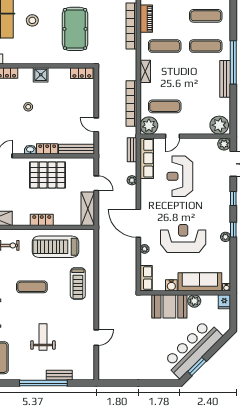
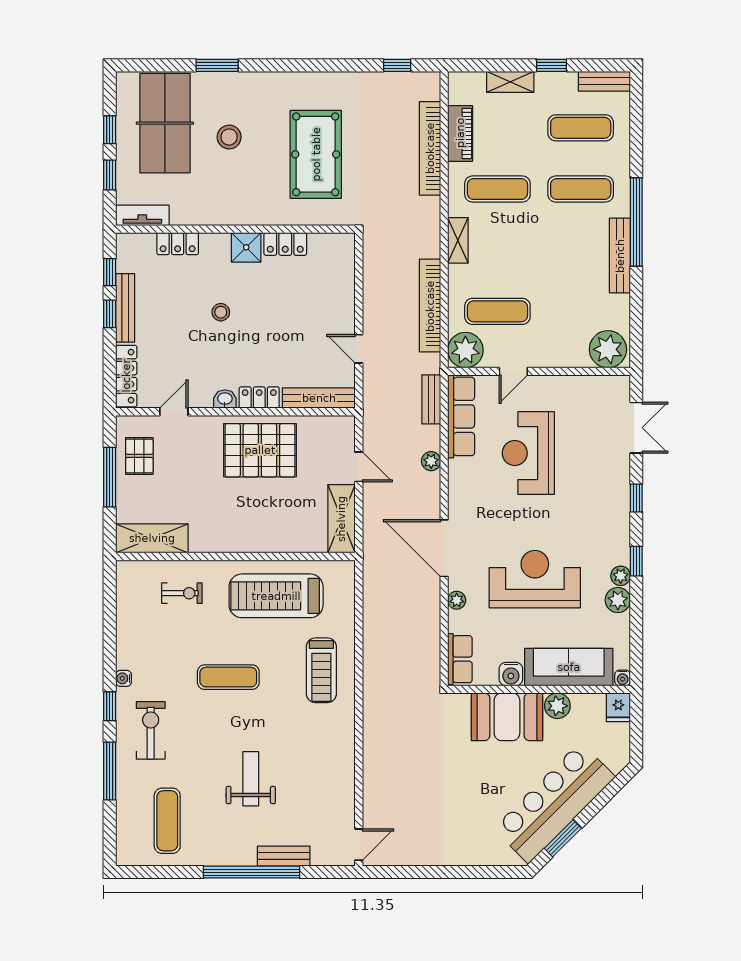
locker: (82, 73) -> (285, 244), moved
plant: (224, 144) -> (618, 600), moved
locker: (42, 220) -> (248, 541), removed
door: (96, 338) -> (359, 845), moved

